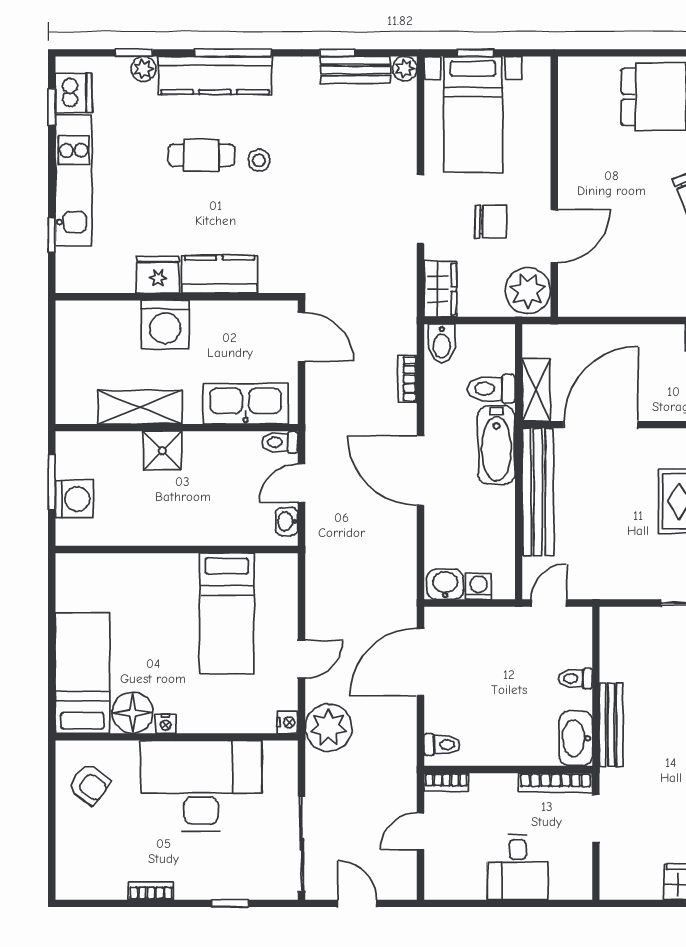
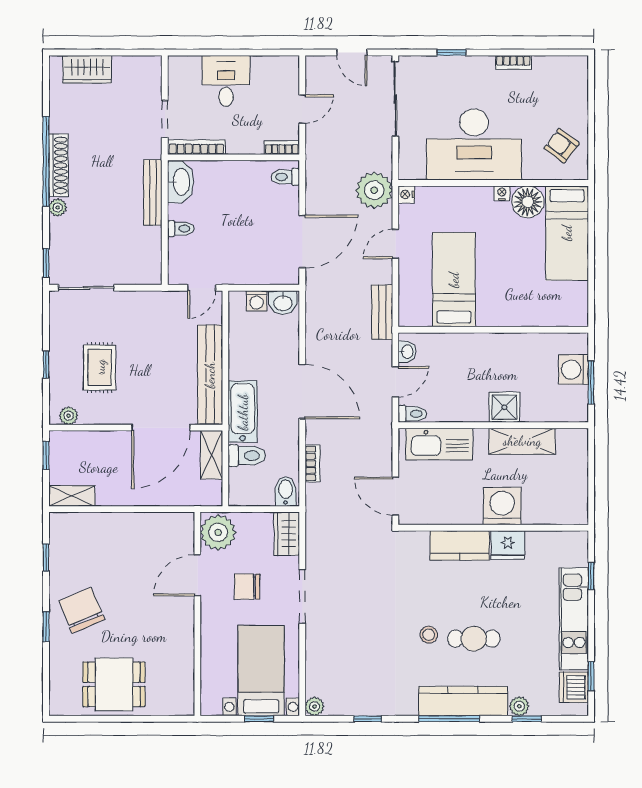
bench: (355, 70) -> (382, 312), moved, turned 90

